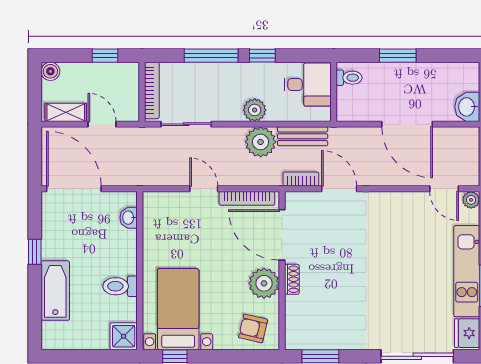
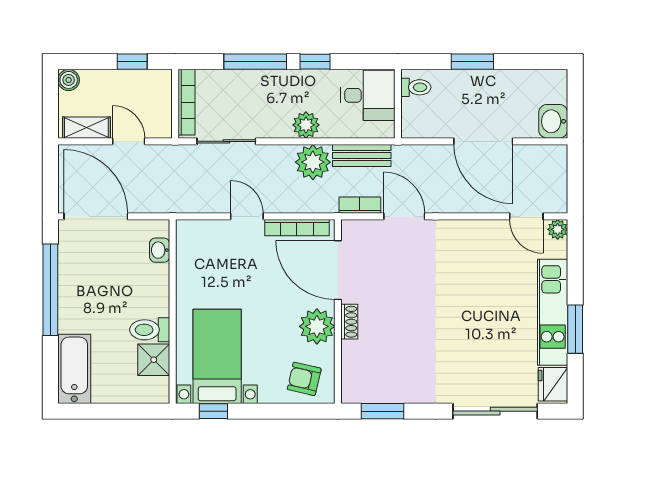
window: (35, 252) -> (50, 290), width x3.17
bathtub: (55, 291) -> (74, 369), moved
shower: (124, 336) -> (154, 360), moved

